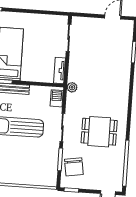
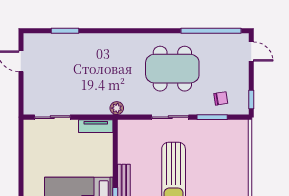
barbecue: (57, 98) -> (133, 127), removed
dining table: (99, 132) -> (172, 69), width x1.38
chair: (74, 167) -> (221, 98), width x0.54, depth x0.54

